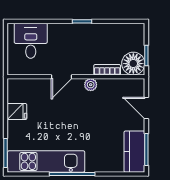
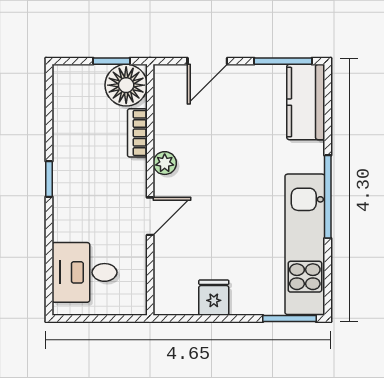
door: (62, 77) -> (150, 216), hinge flipped
kitchen counter: (134, 152) -> (306, 102), moved, turned 90

